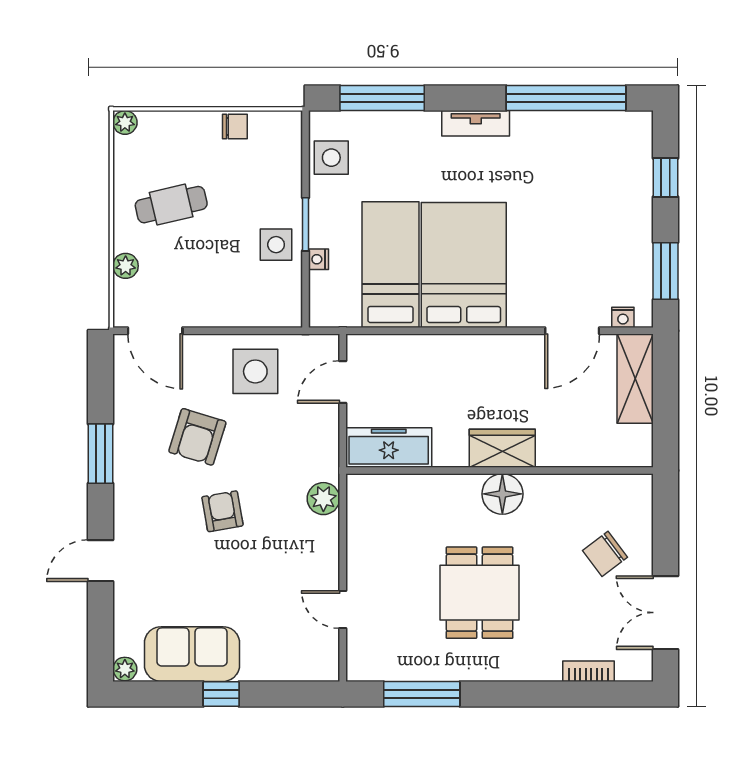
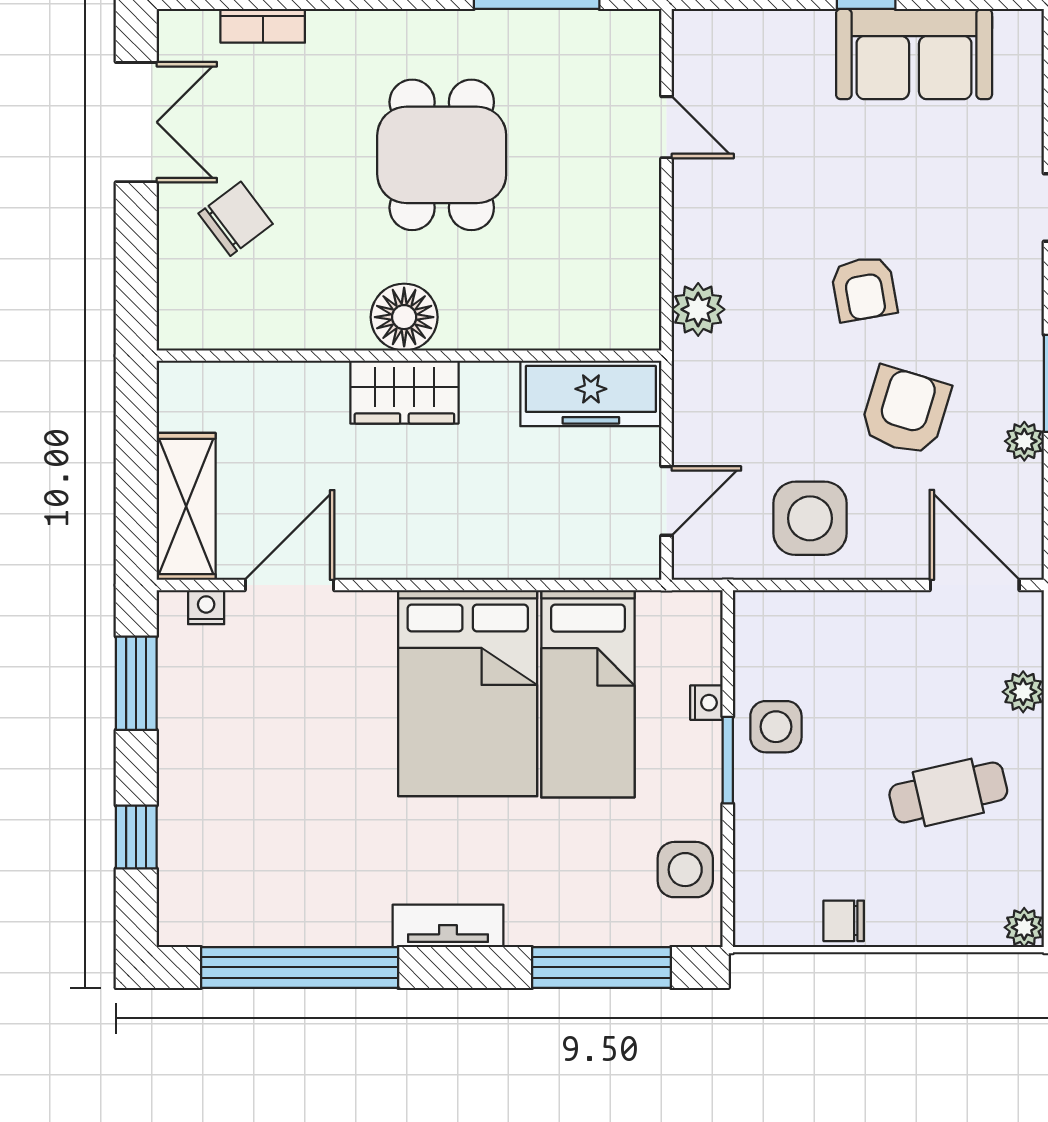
plant: (125, 669) -> (1024, 441), moved

